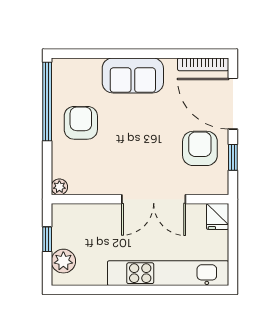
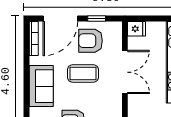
coffee table: (151, 137) -> (83, 73), added

